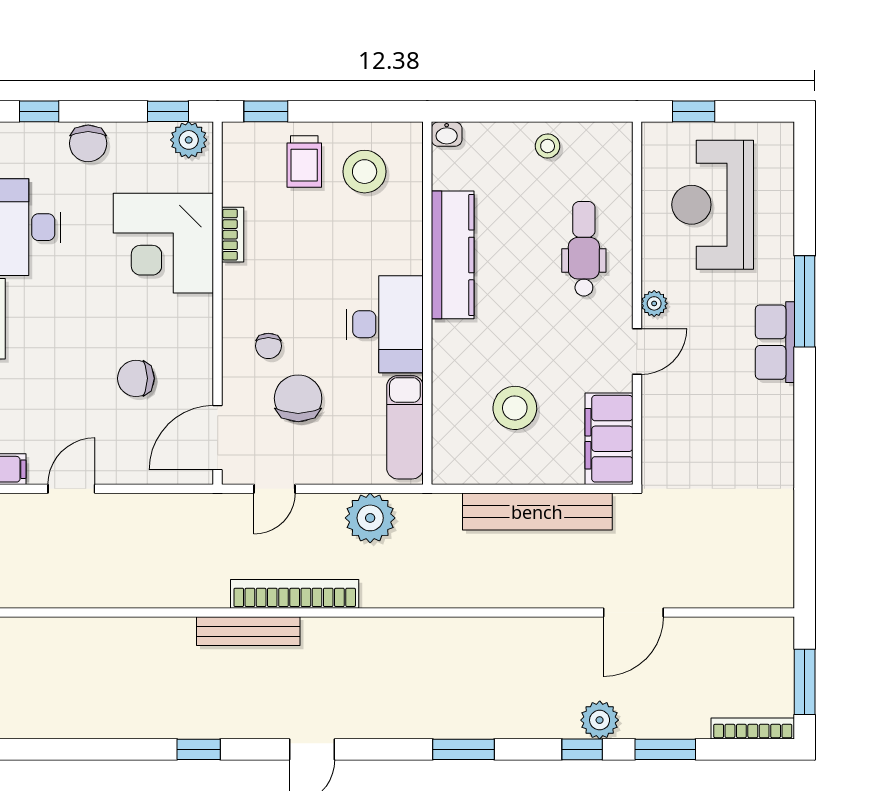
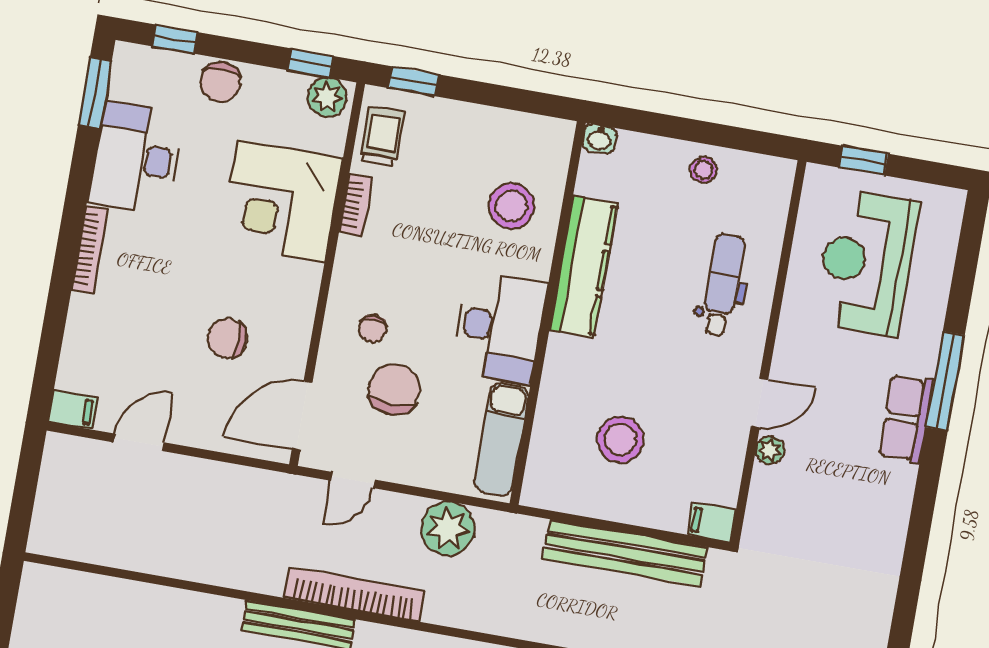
trolley: (304, 162) -> (382, 136), moved, turned 180
stool: (365, 172) -> (511, 206), moved
plant: (654, 303) -> (770, 450), moved
filing cabinet: (609, 439) -> (712, 522), width x0.33, depth x0.86

